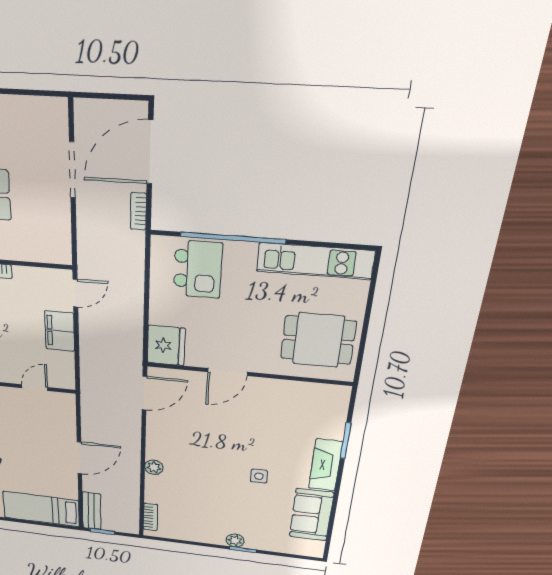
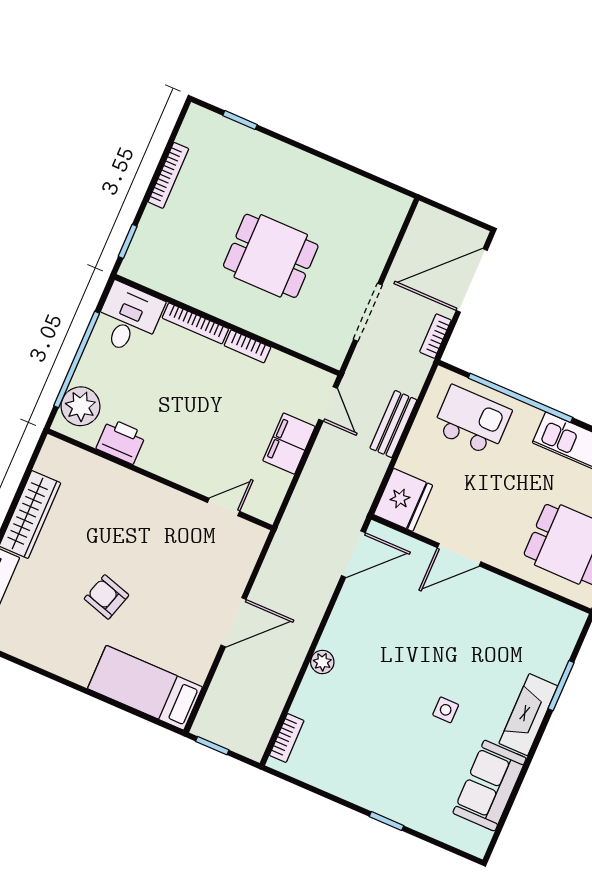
doorway: (72, 170) -> (368, 312), moved
kitchen island: (198, 269) -> (472, 420), turned -90
door: (75, 293) -> (328, 404), hinge flipped
bench: (92, 511) -> (393, 424), moved
plant: (235, 540) -> (382, 803), removed

